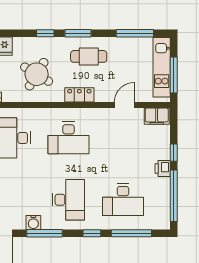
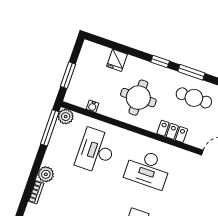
round table: (37, 74) -> (138, 98), turned -31

